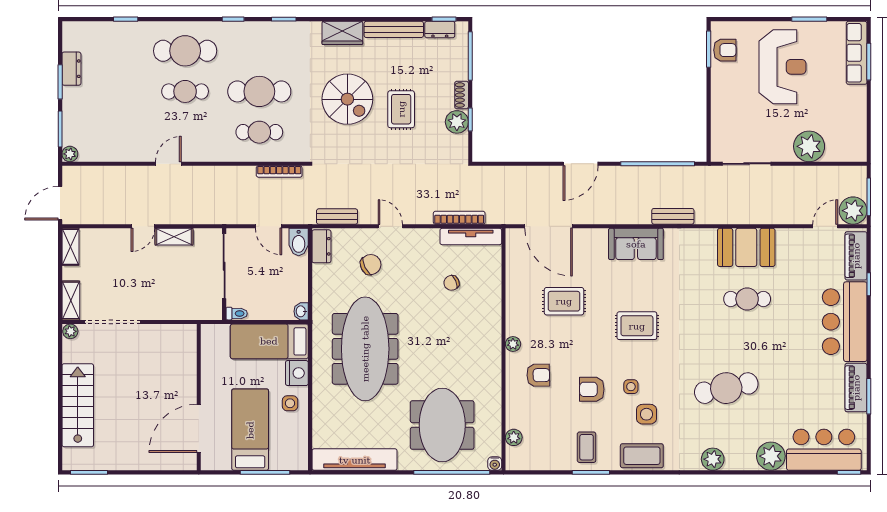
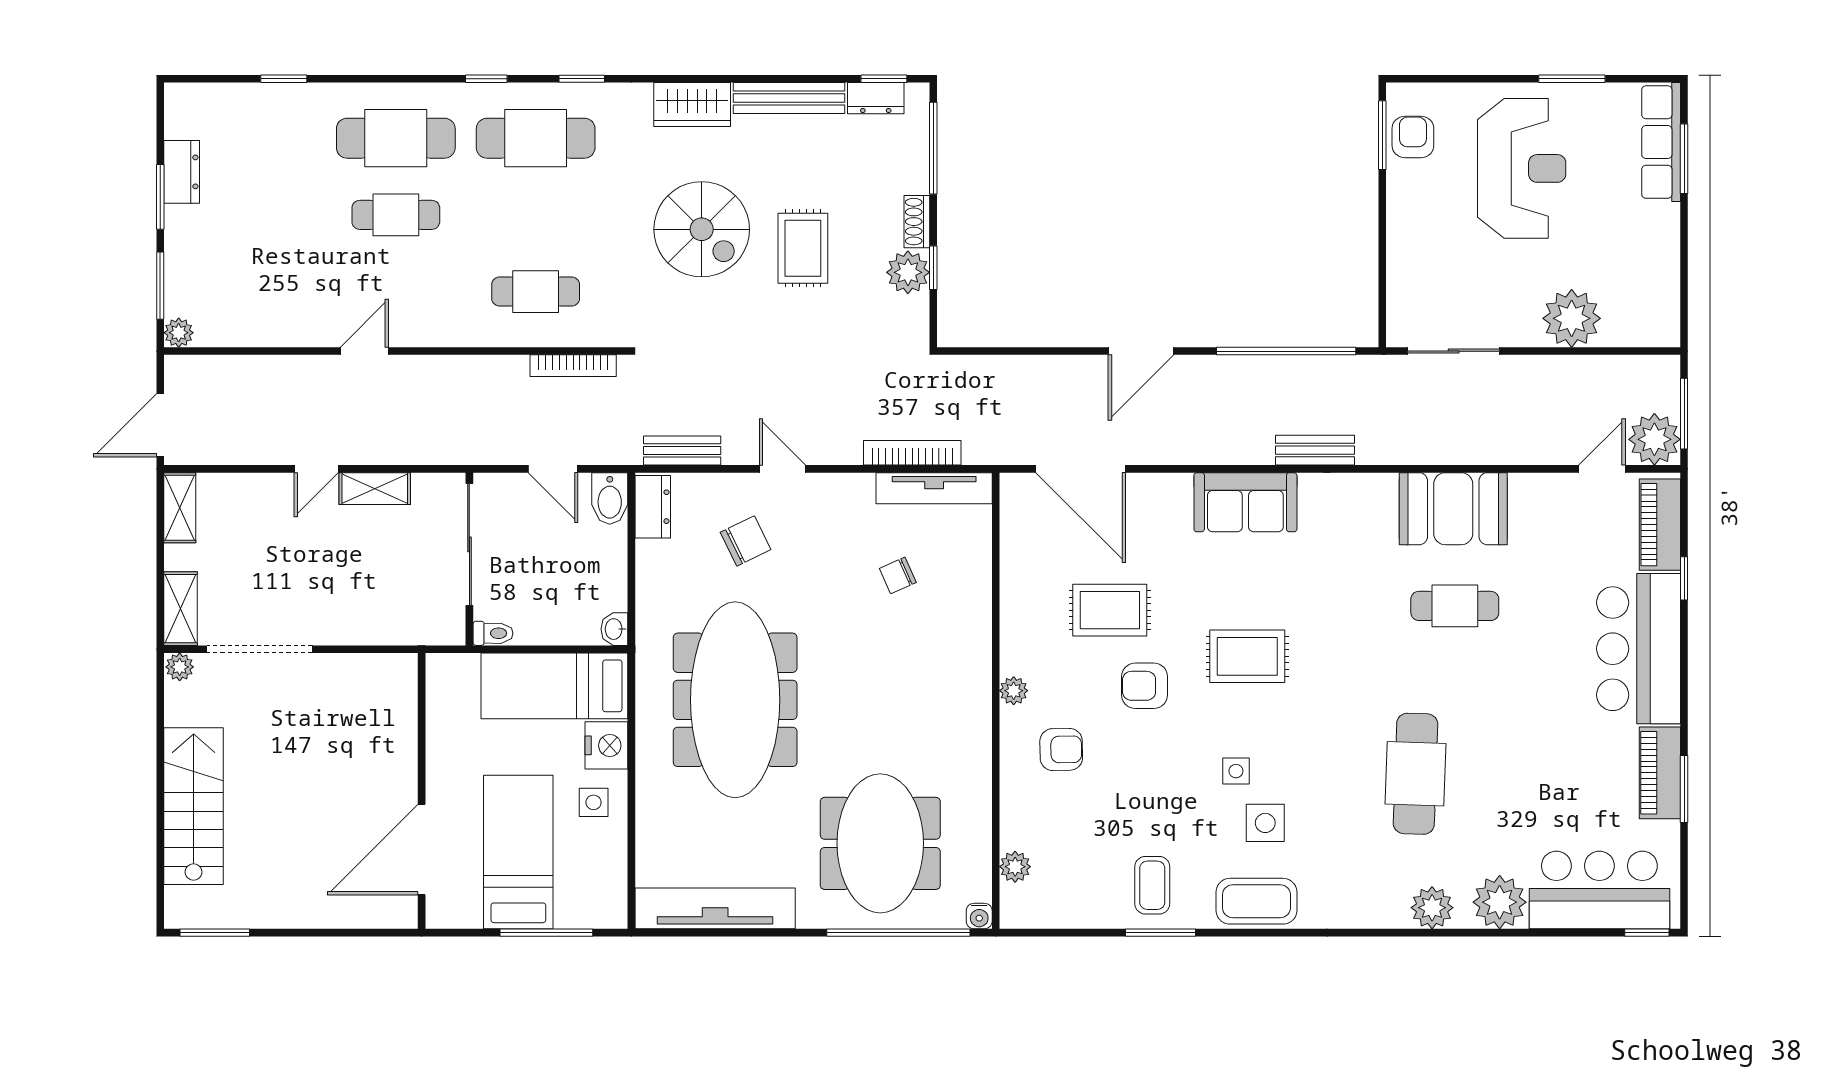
armchair: (725, 50) -> (1413, 137), turned -90
cafe table: (259, 91) -> (536, 138), moved
cafe table: (726, 388) -> (1416, 774), turned -76
armchair: (592, 389) -> (1145, 686), moved
plant: (713, 459) -> (1432, 908), moved

